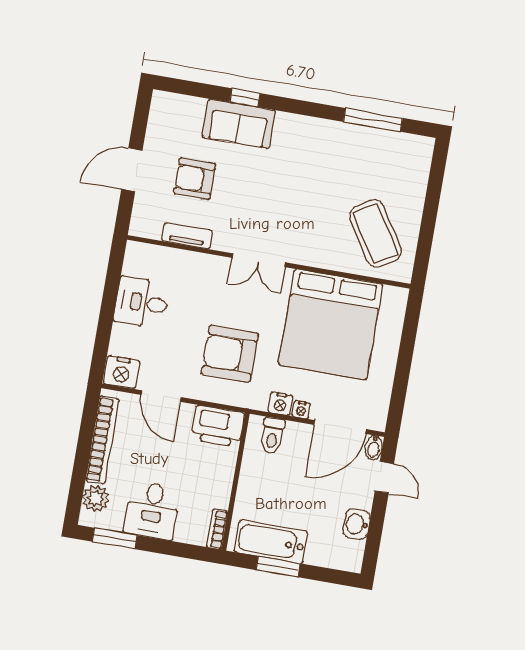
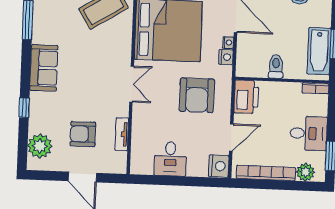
plant: (186, 113) -> (40, 146), added
sofa: (239, 124) -> (44, 68), moved
armchair: (195, 179) -> (83, 134), turned 90
toilet: (272, 436) -> (276, 66), moved, turned -90

